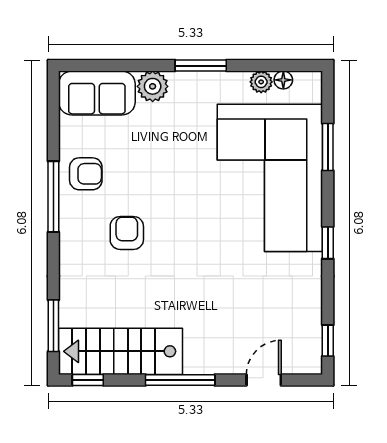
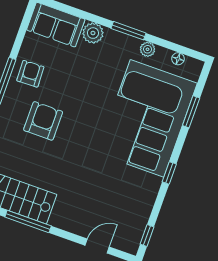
plant: (261, 82) -> (148, 49), moved
armchair: (86, 174) -> (30, 74), turned -92
armchair: (127, 233) -> (43, 121), width x1.38, depth x1.38
window: (180, 380) -> (28, 221), moved

